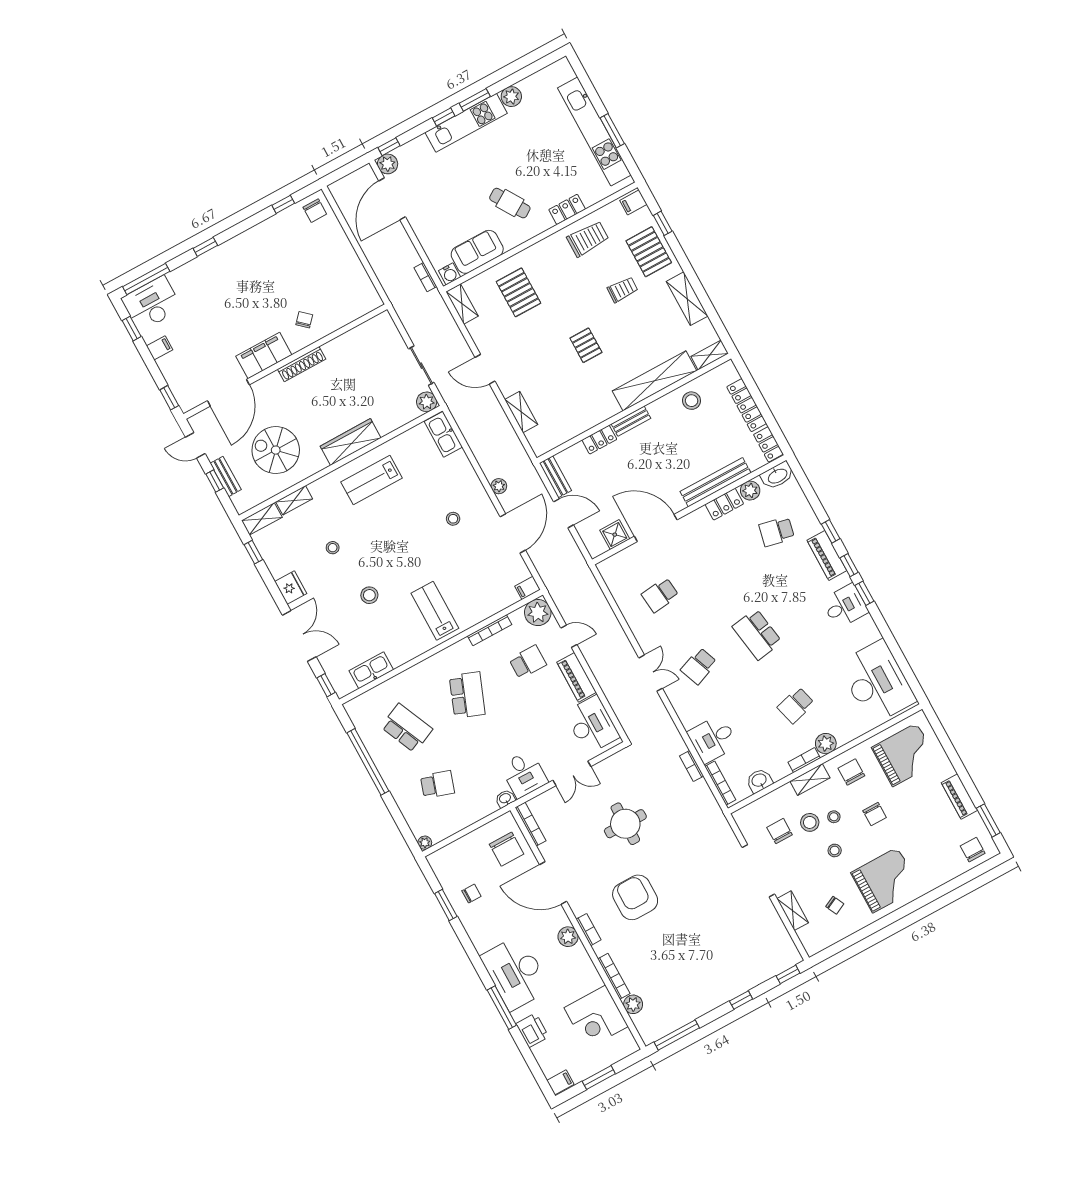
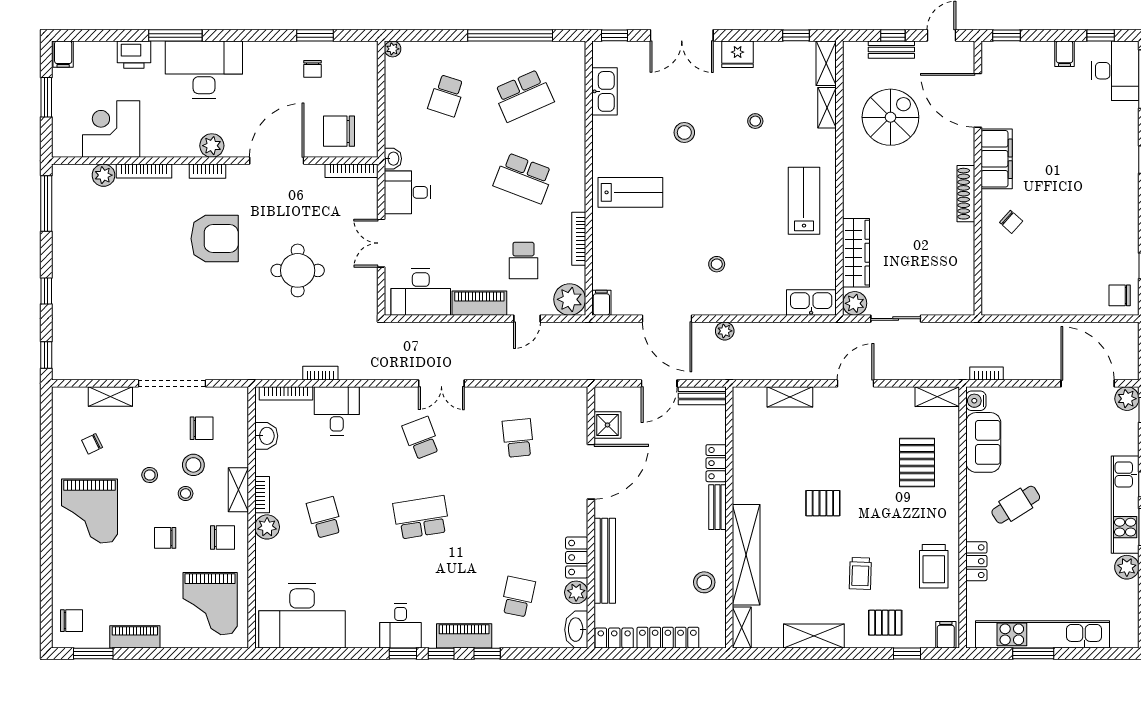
pallet: (649, 252) -> (885, 623), width x0.67, depth x0.71
pallet: (518, 292) -> (917, 463), turned 90
wardrobe: (351, 442) -> (856, 253), moved

